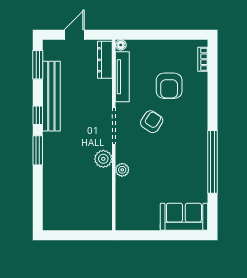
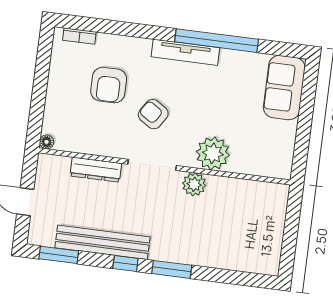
dresser: (105, 60) -> (96, 170), moved
tv unit: (122, 77) -> (185, 52), moved, turned 180
armchair: (169, 86) -> (109, 85), turned 90
plant: (122, 170) -> (213, 153), width x1.88, depth x1.88

